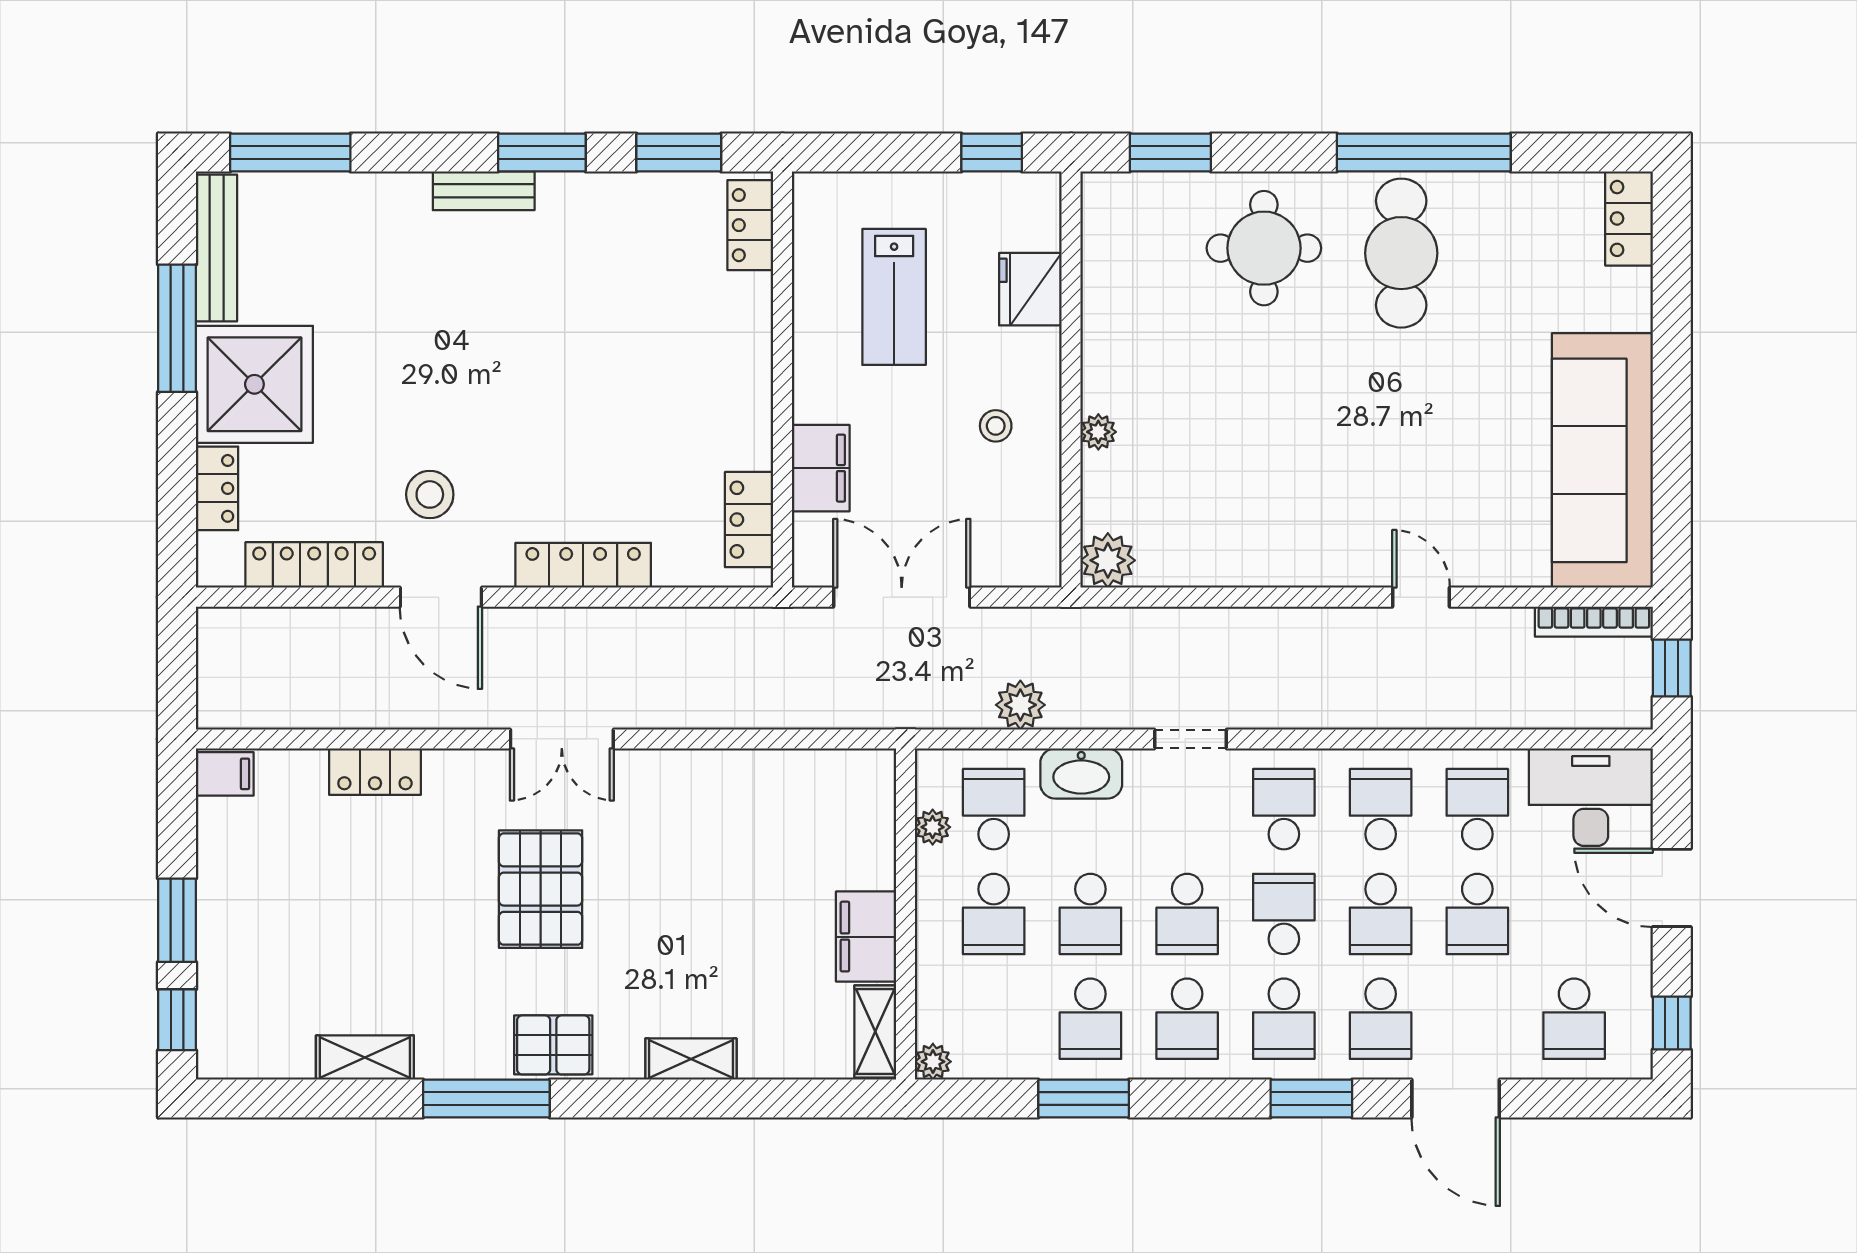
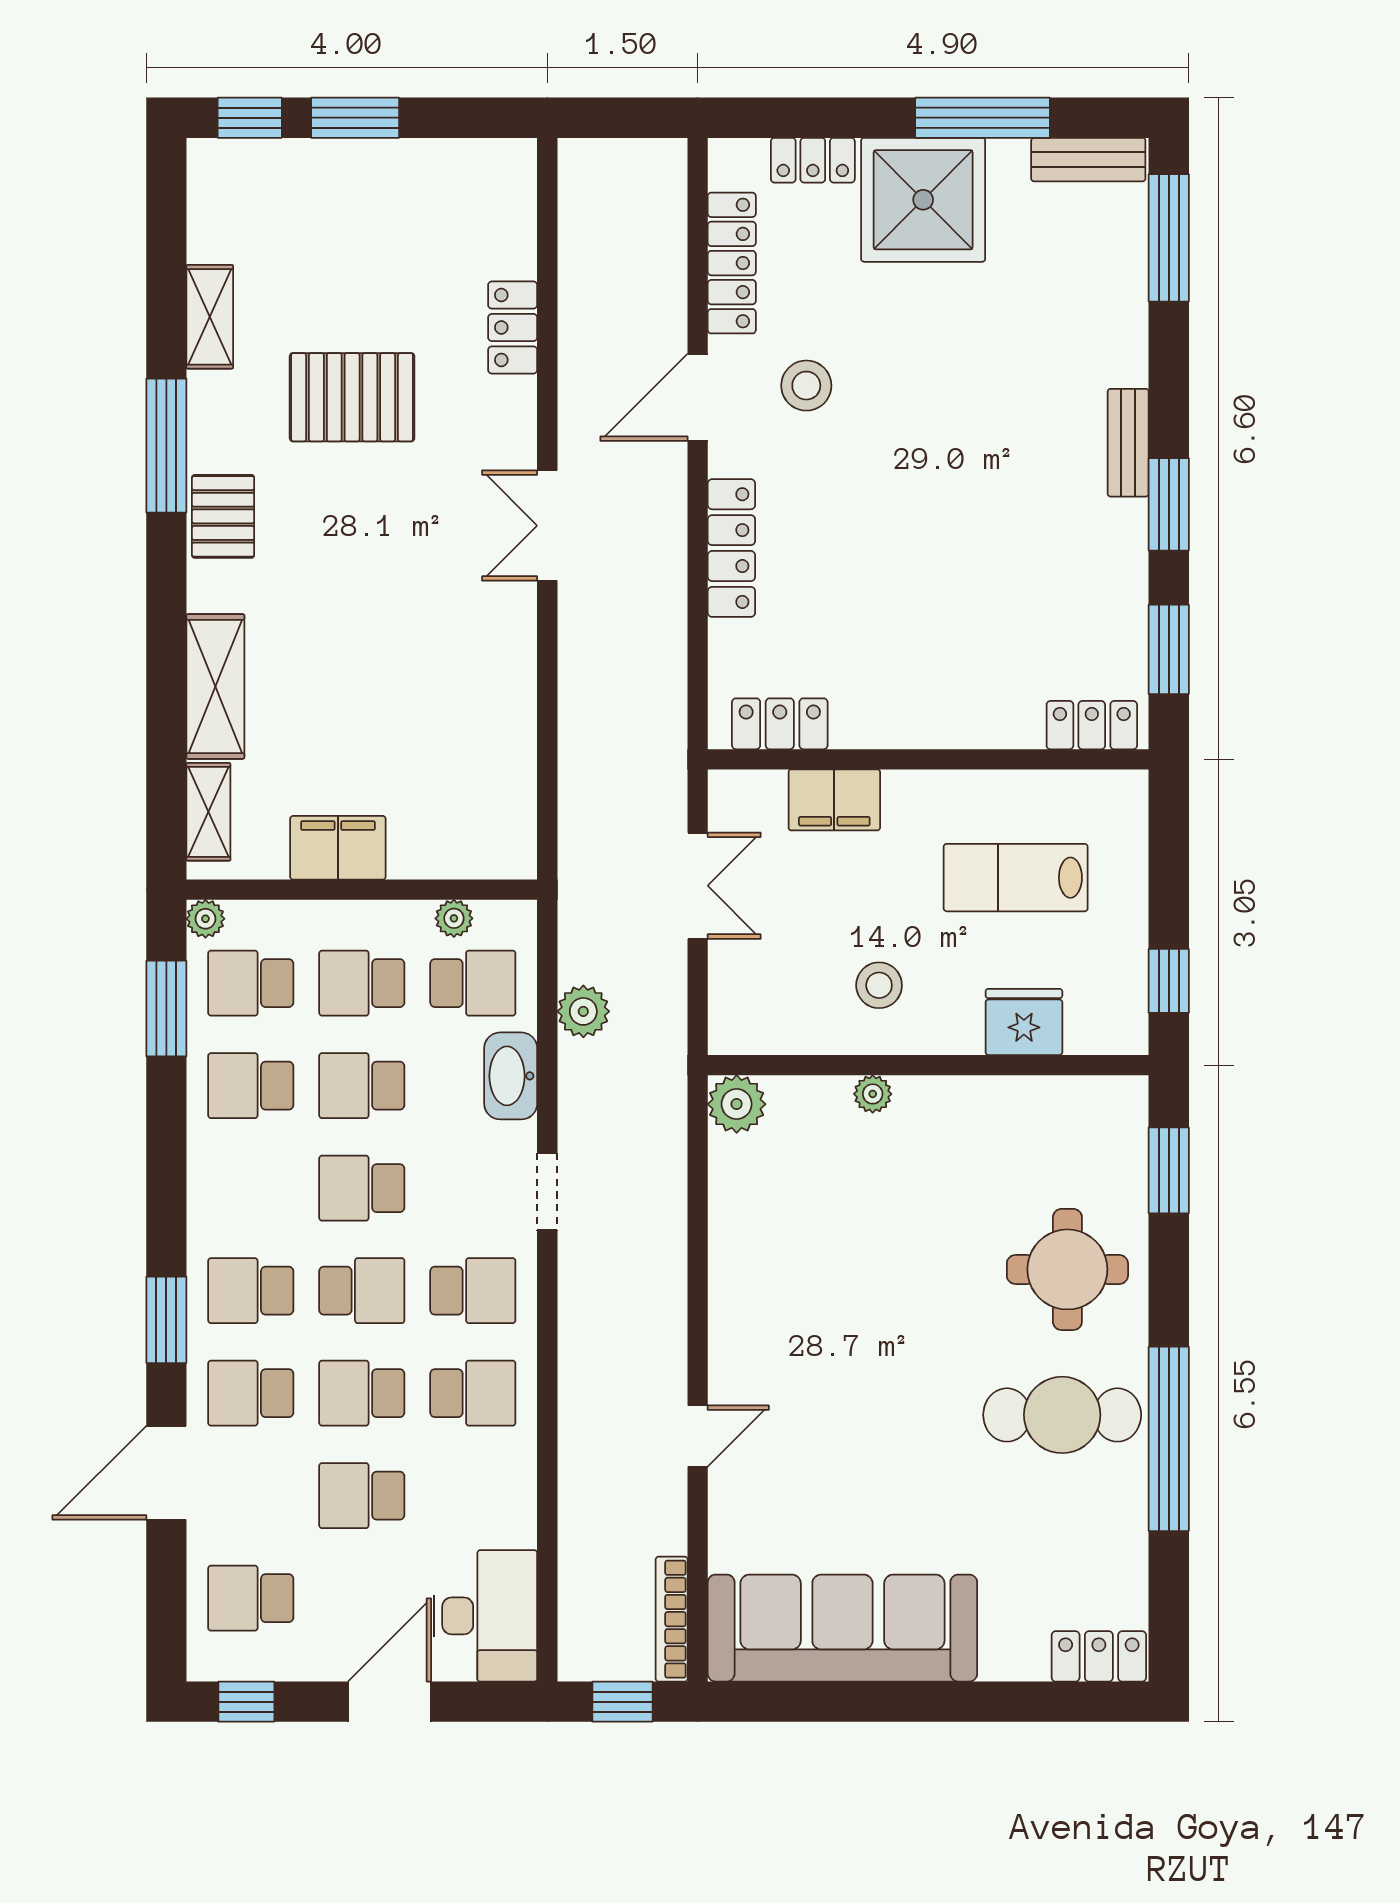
bench: (217, 248) -> (1088, 160), width x0.73
stool: (996, 426) -> (879, 985), width x1.37, depth x1.37
double door: (902, 597) -> (698, 886), width x0.73
filing cabinet: (225, 774) -> (510, 168), removed
school desk: (1477, 809) -> (473, 1496), removed
pallet: (541, 889) -> (352, 397), moved
school desk: (1187, 1019) -> (251, 983), moved
shelving: (875, 1032) -> (208, 812), moved, turned 90
shelving: (691, 1059) -> (215, 686), width x1.50, depth x1.33
window: (1084, 1098) -> (166, 1009), moved

